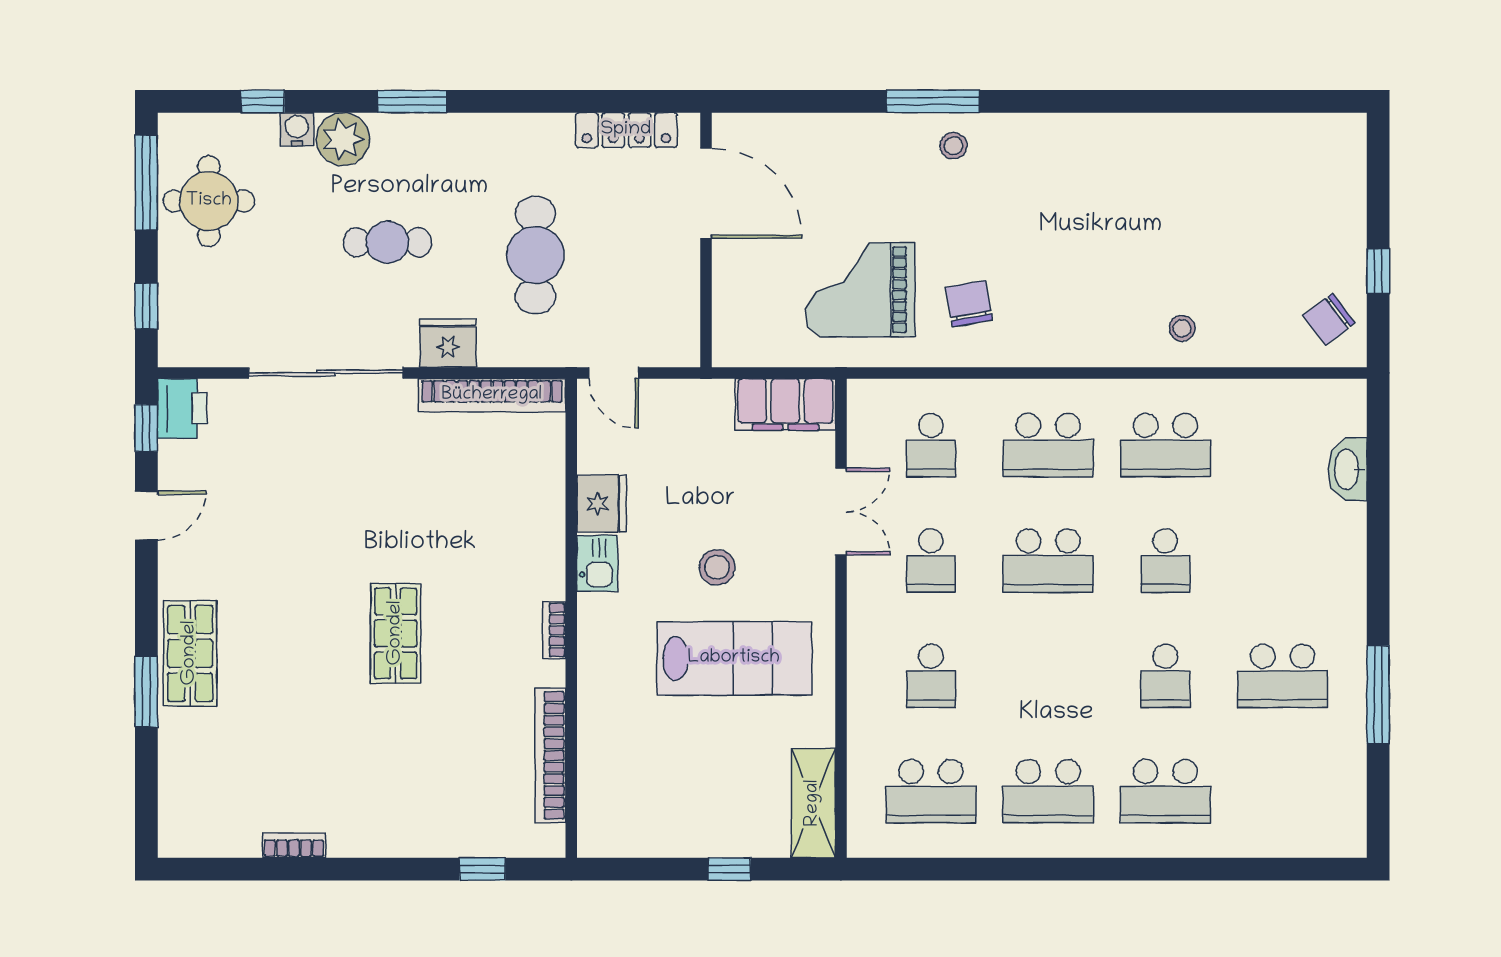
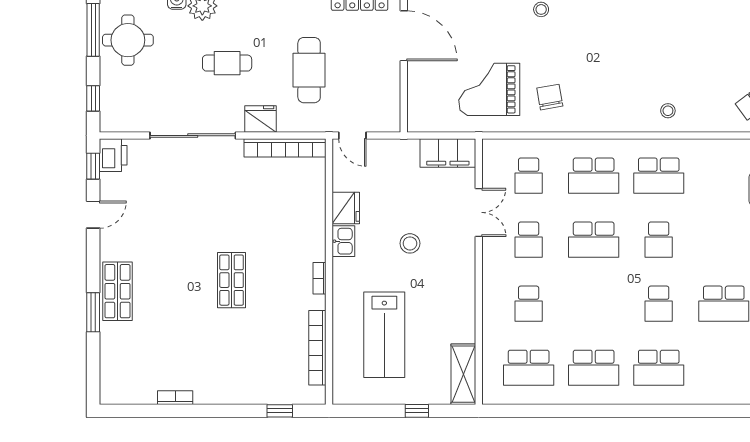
lab bench: (734, 658) -> (384, 335), moved, turned 90

